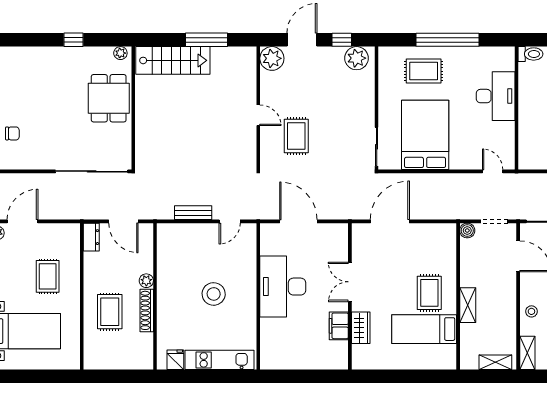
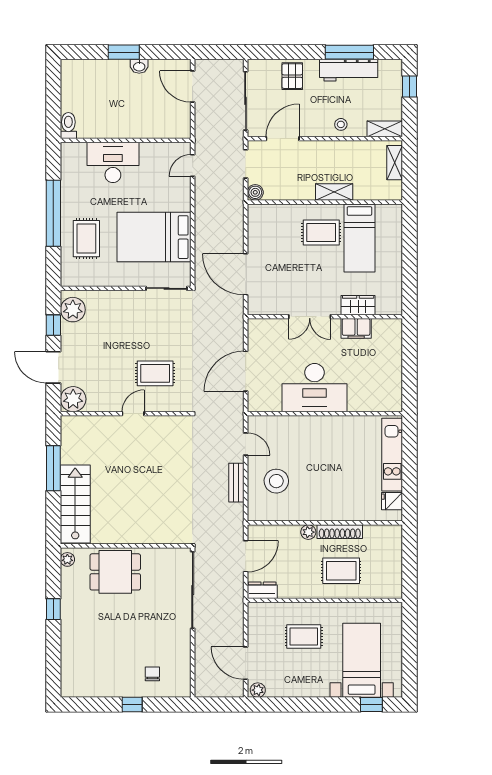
stool: (214, 294) -> (276, 481), moved

